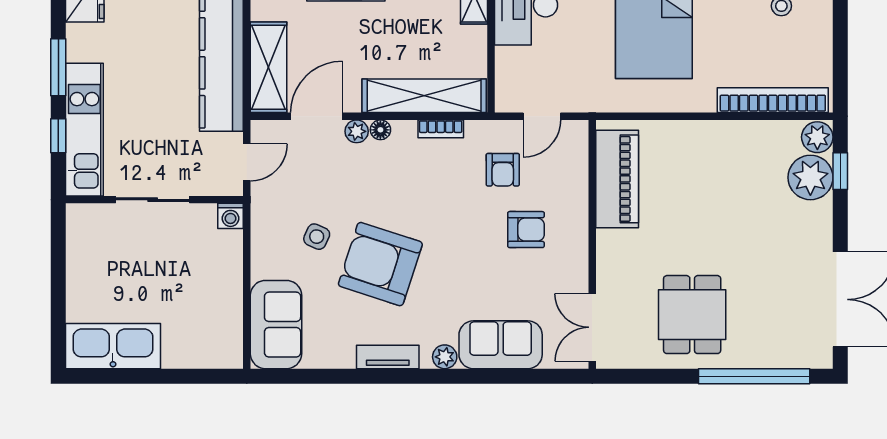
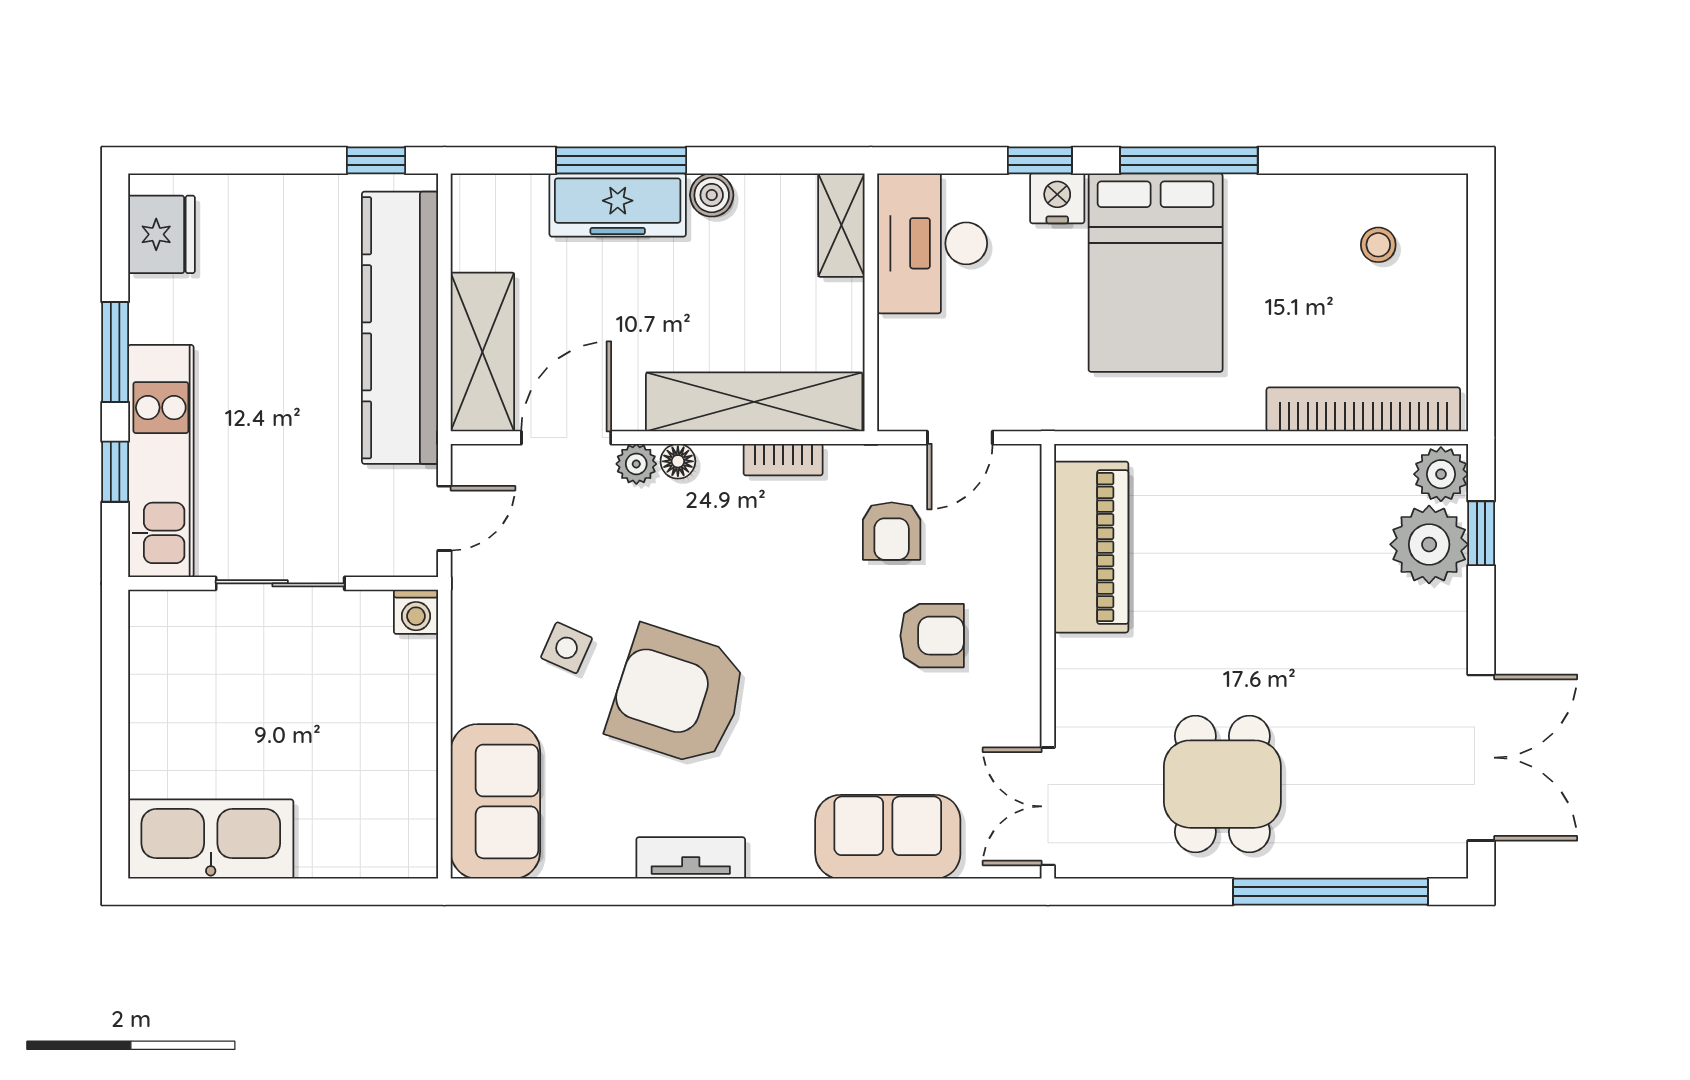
plant: (445, 357) -> (790, 858), removed

